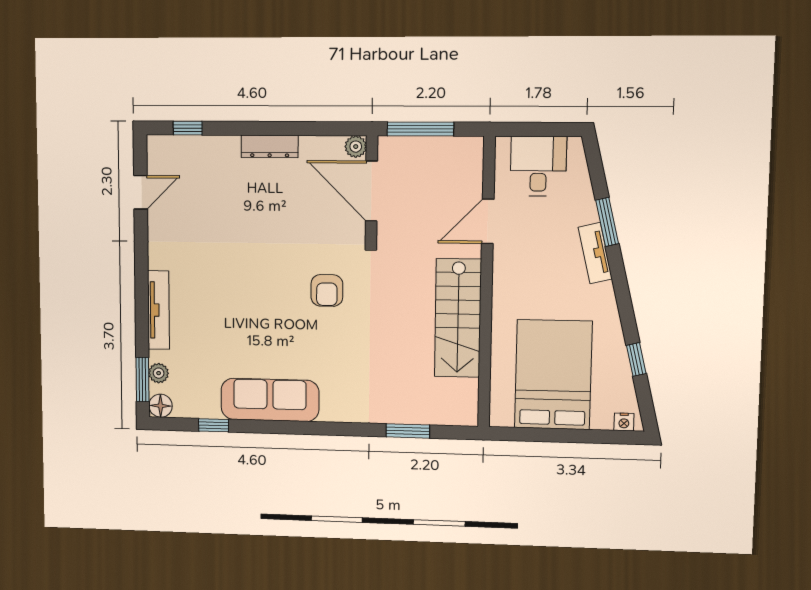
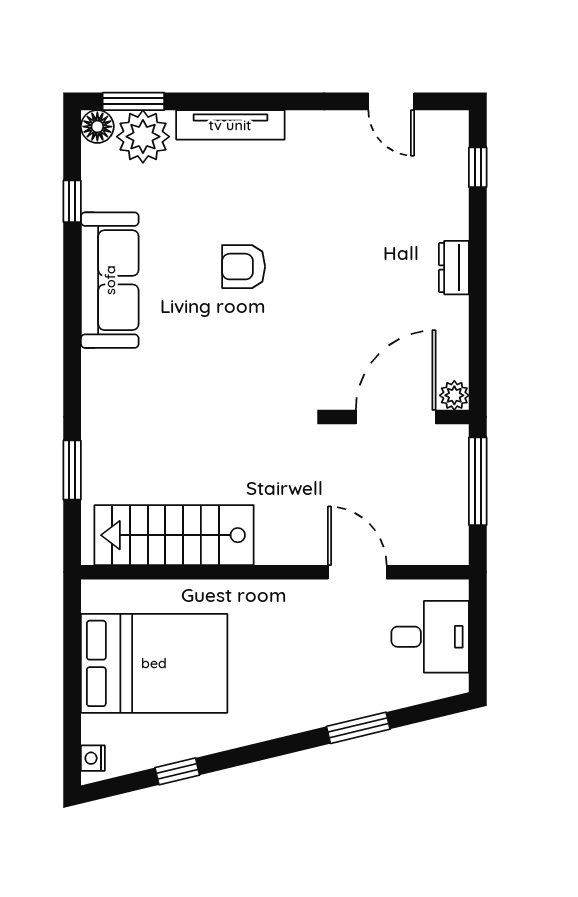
dresser: (270, 146) -> (454, 268), width x0.70
tv unit: (595, 253) -> (317, 714), removed
armchair: (327, 290) -> (244, 267), moved
stairs: (458, 318) -> (174, 535), moved
plant: (159, 373) -> (143, 137), width x1.87, depth x1.87

